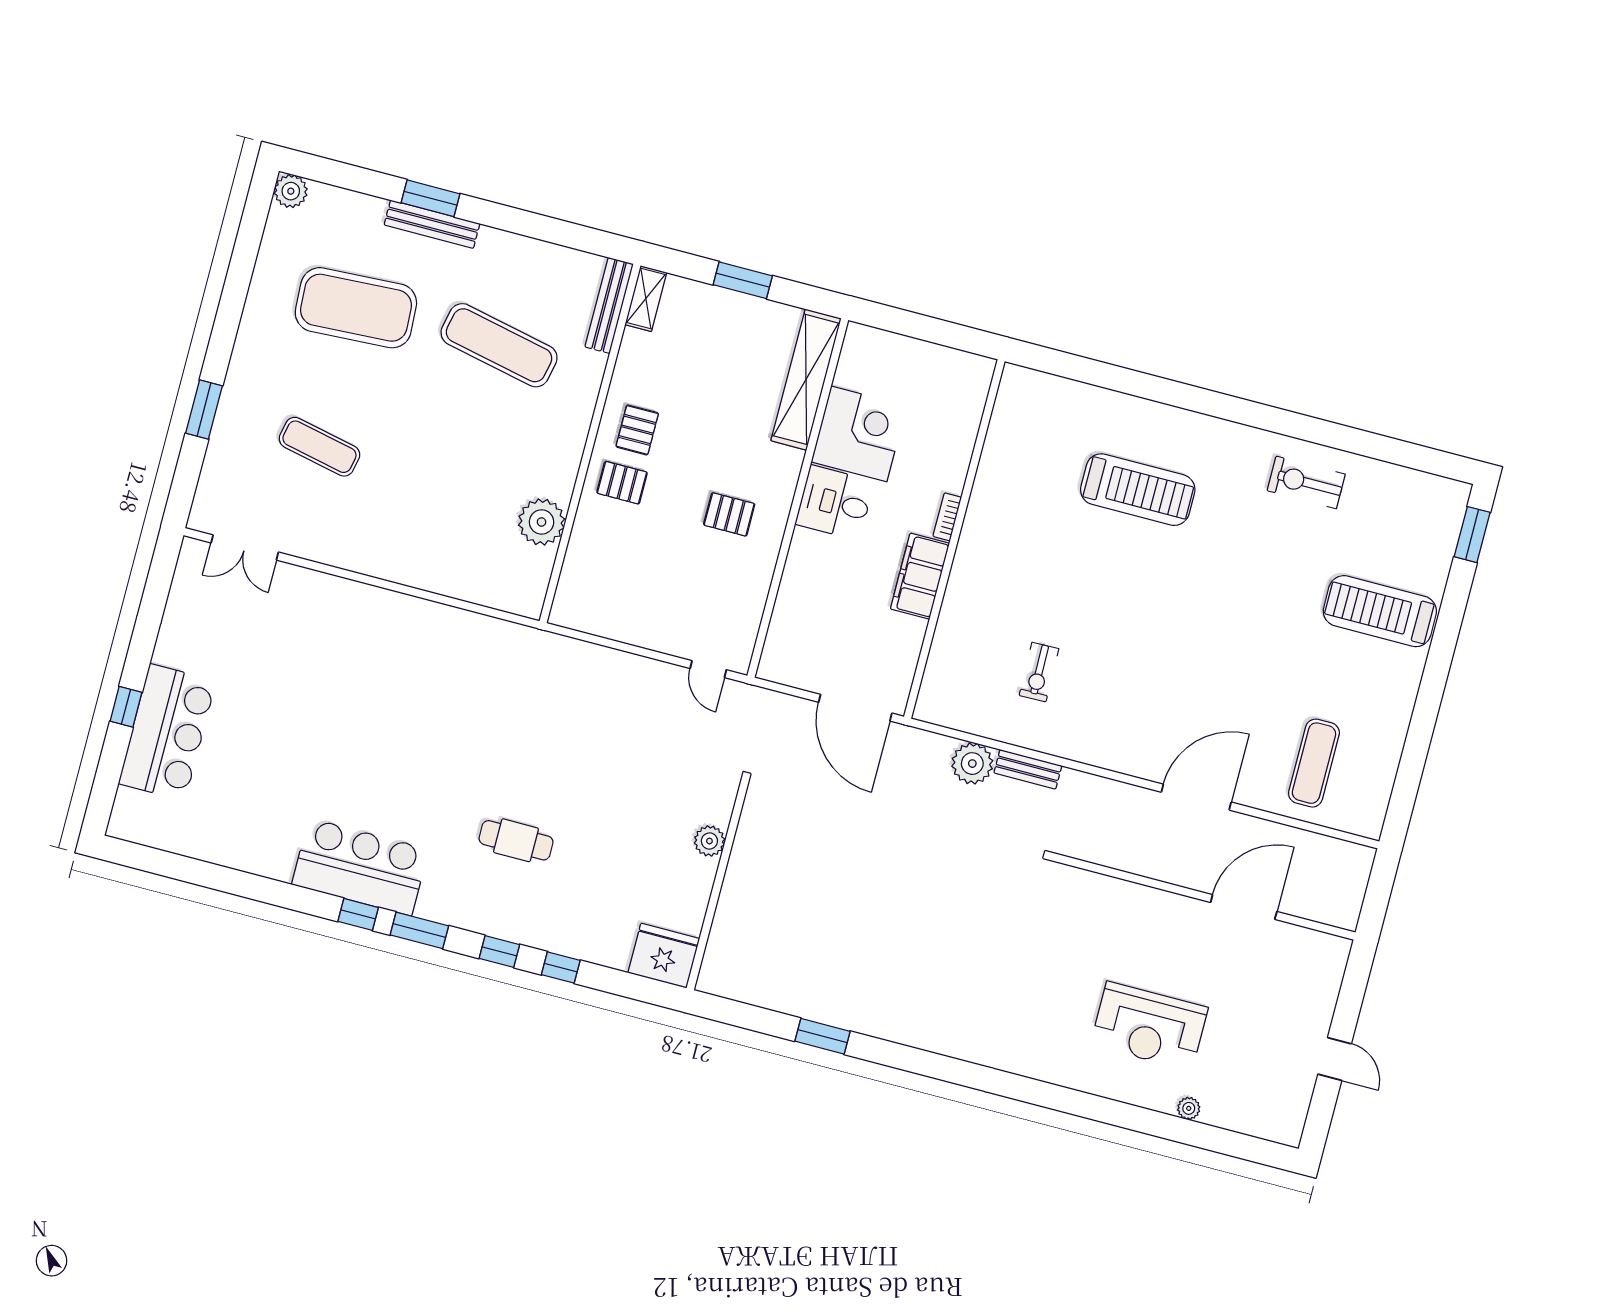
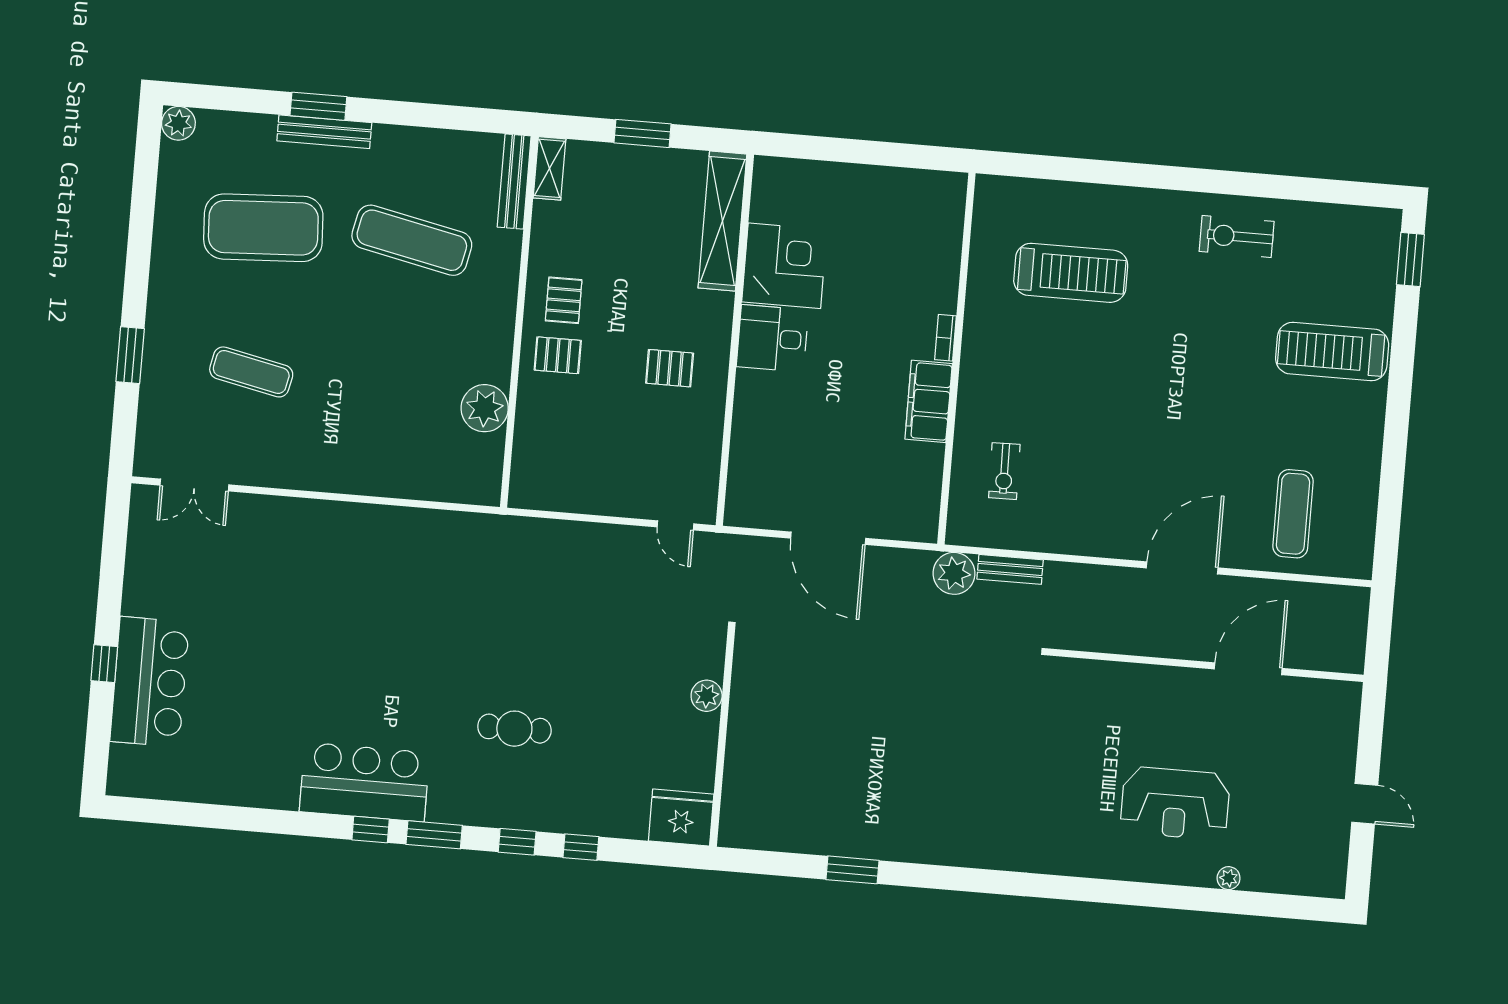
bookcase: (947, 517) -> (945, 338), moved
wall: (954, 539) -> (956, 359), moved
filing cabinet: (920, 576) -> (929, 401), moved

